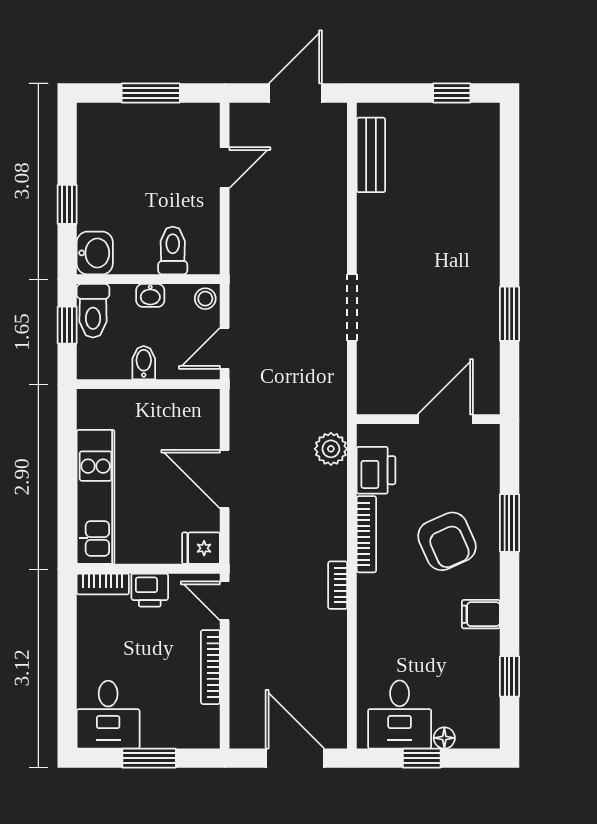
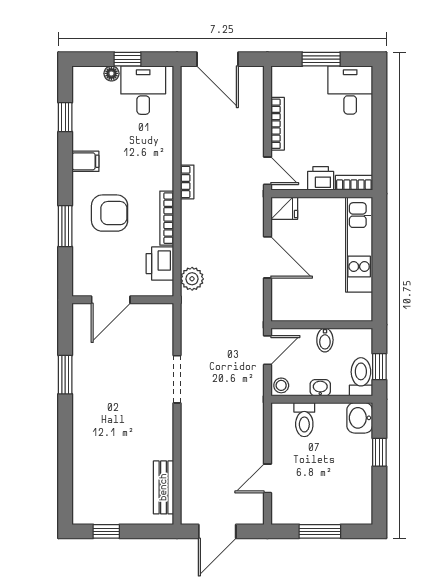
armchair: (447, 541) -> (110, 213), turned 114

